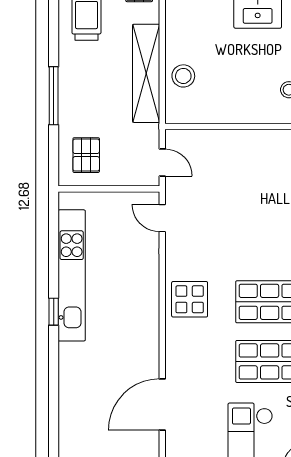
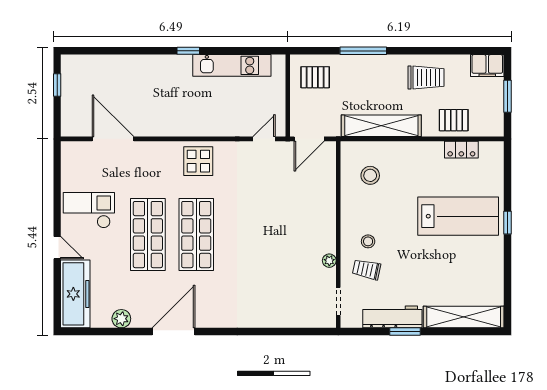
stool: (183, 76) -> (370, 175), moved
door: (162, 162) -> (309, 139), width x1.38
kitchen unit: (72, 275) -> (232, 65), width x0.73

